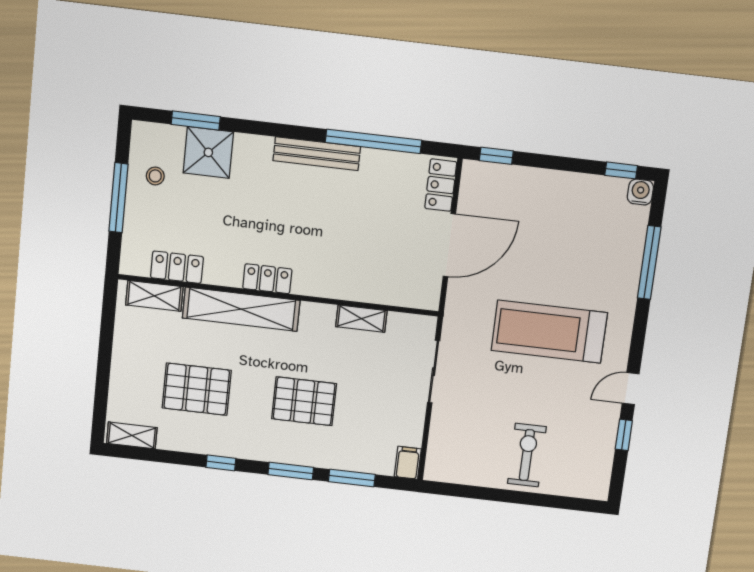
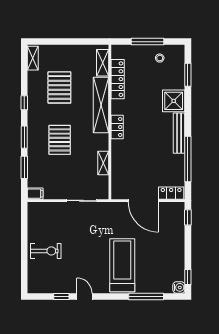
shower: (208, 152) -> (174, 101), moved
locker: (177, 267) -> (118, 79), width x1.53
locker: (267, 279) -> (117, 127), moved
treadmill: (549, 332) -> (122, 265), moved

